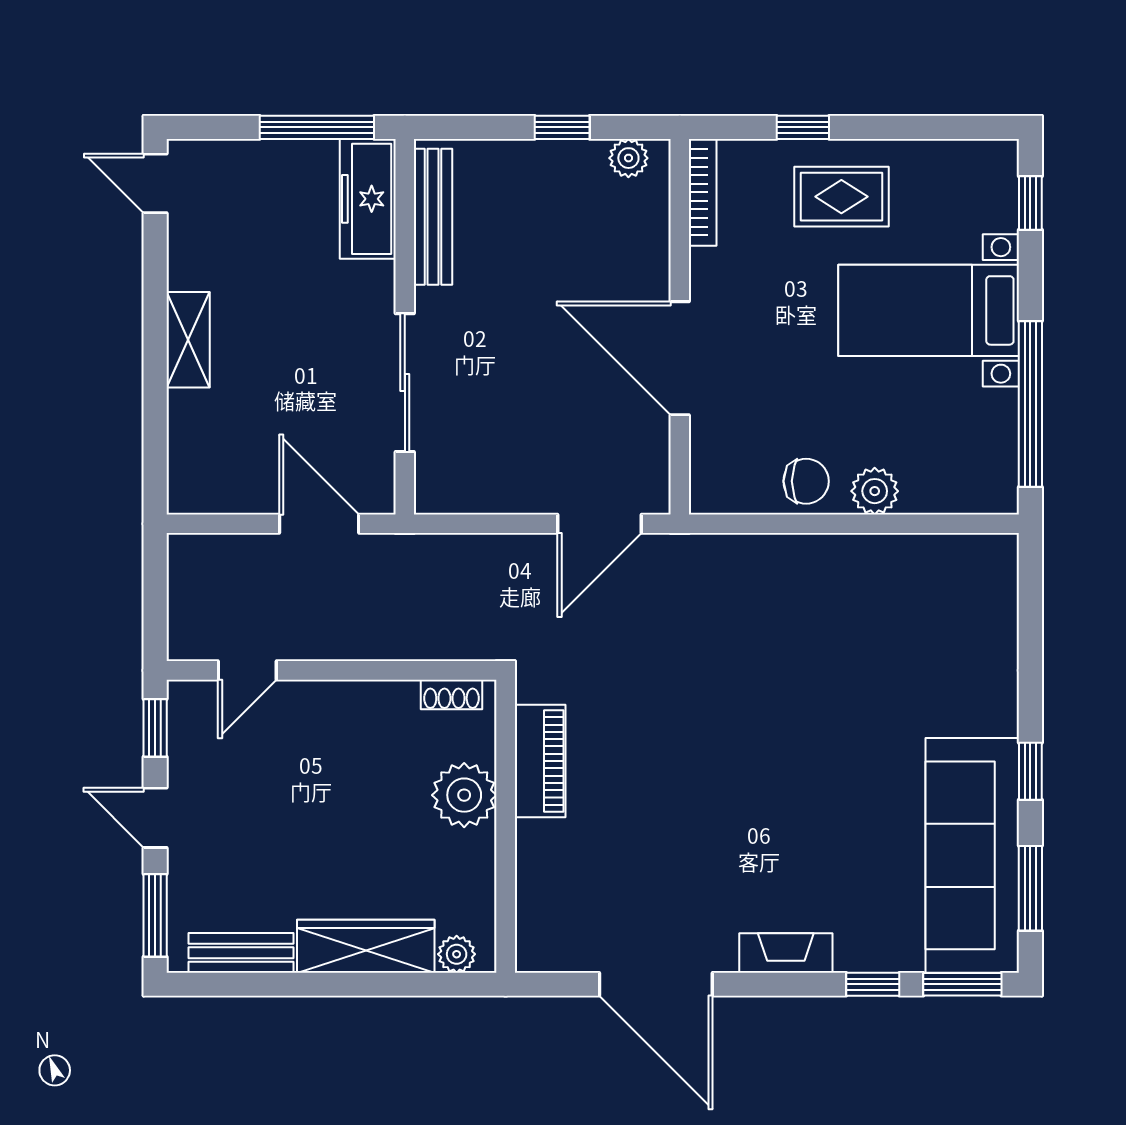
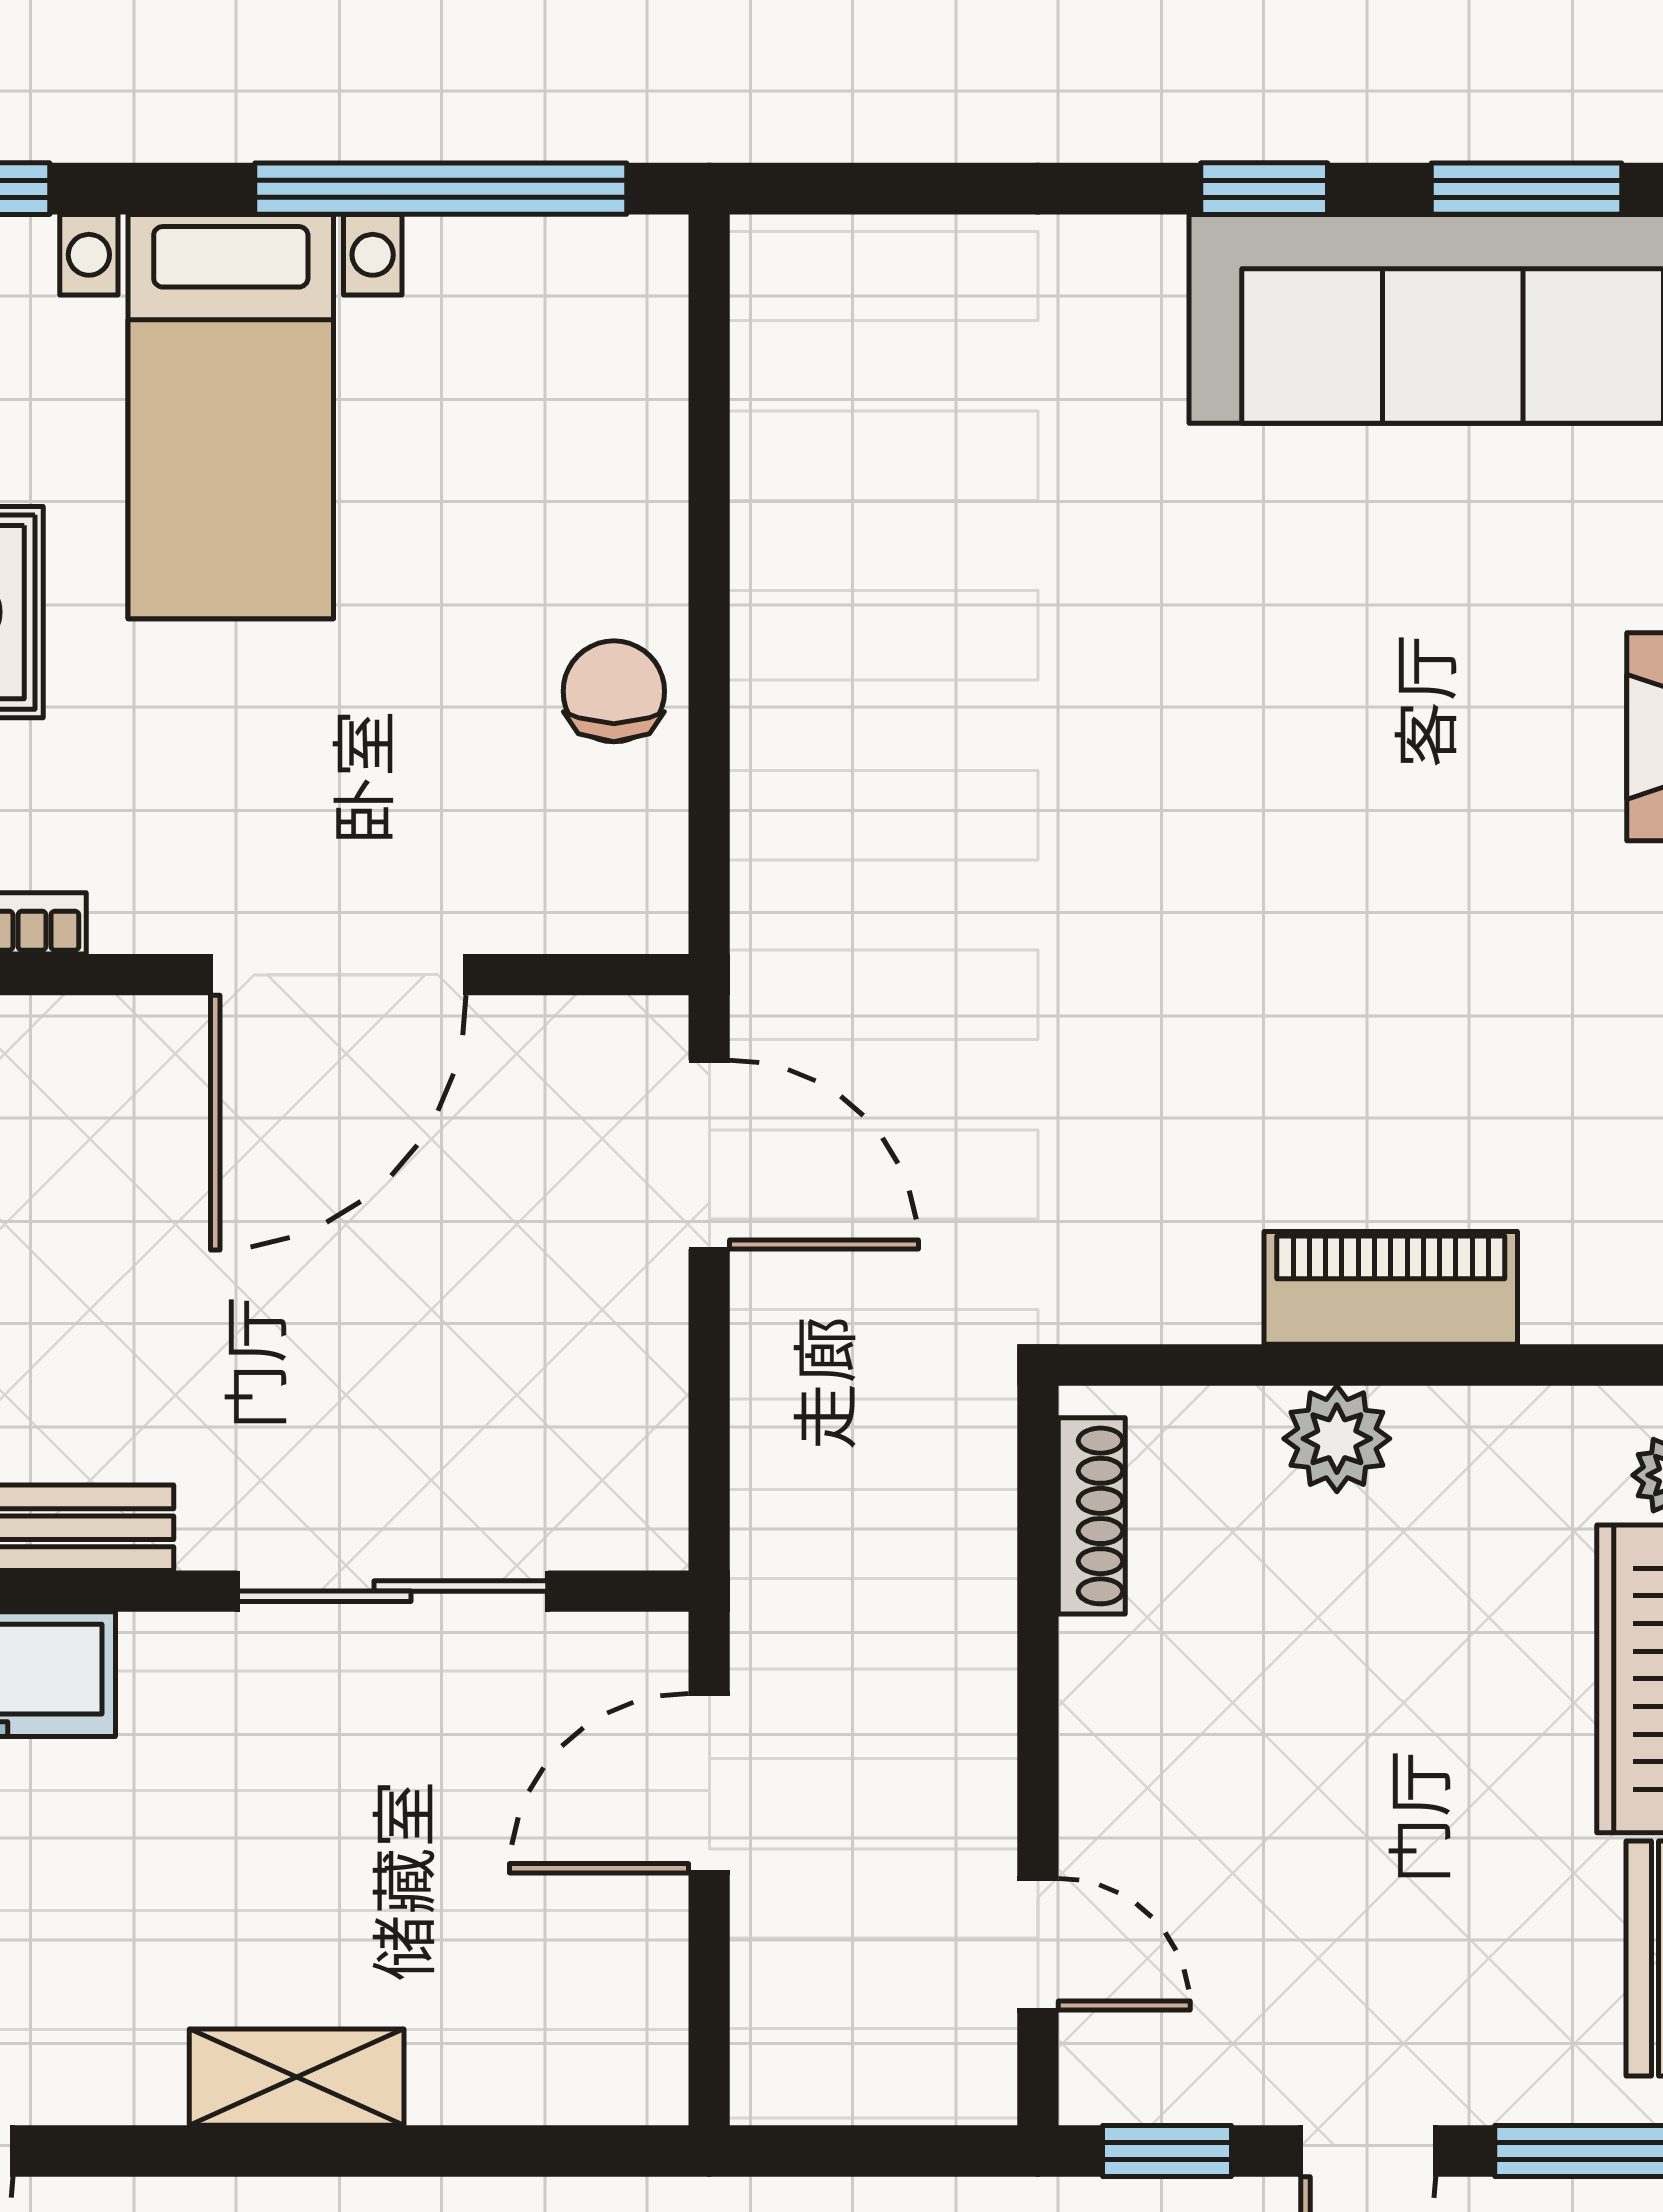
plant: (875, 491) -> (636, 538), removed
shoe rack: (451, 694) -> (1092, 1516), width x1.43
piano: (540, 761) -> (1391, 1288), moved
plant: (464, 795) -> (1337, 1439), width x0.73, depth x0.73

